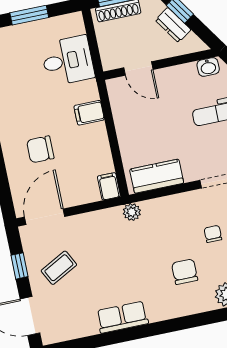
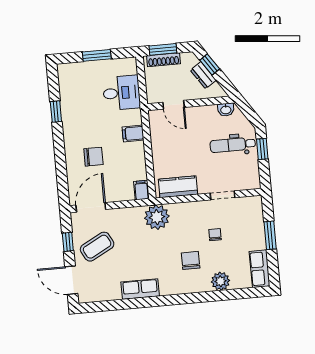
chair: (40, 149) -> (93, 157), turned 180
plant: (132, 212) -> (157, 217), width x1.87, depth x1.87
coffee table: (59, 268) -> (97, 247), width x1.36, depth x1.30

